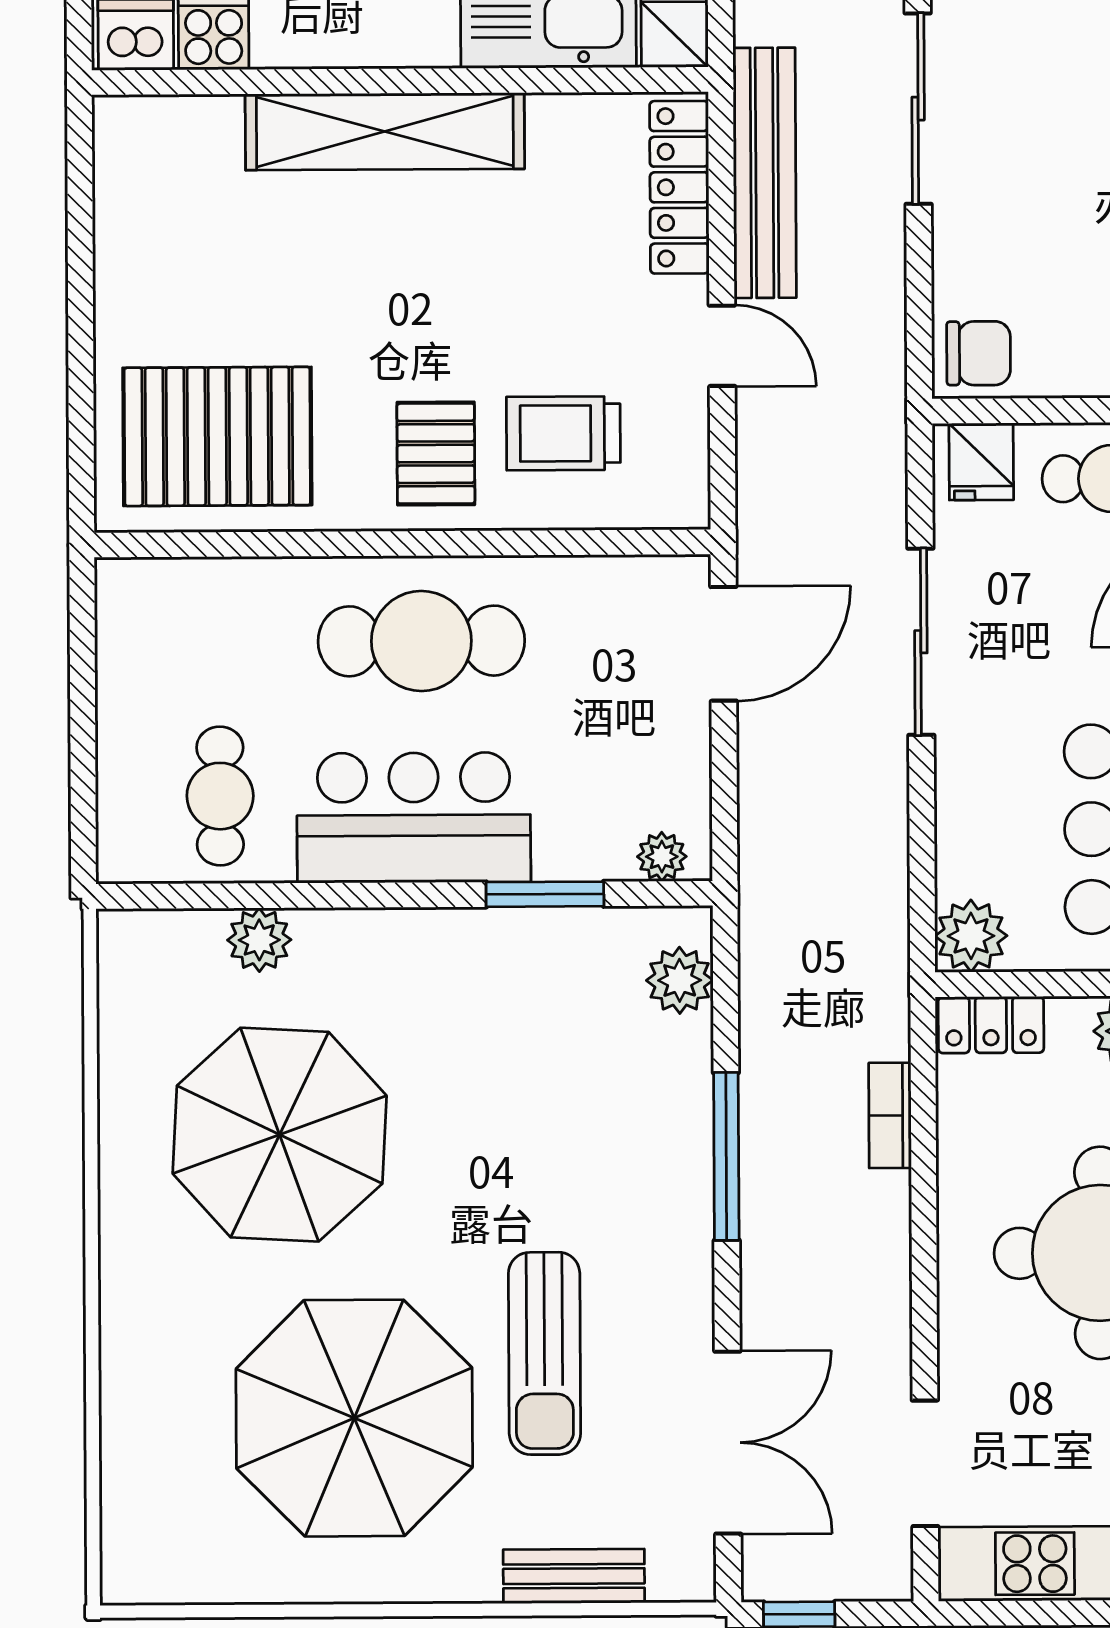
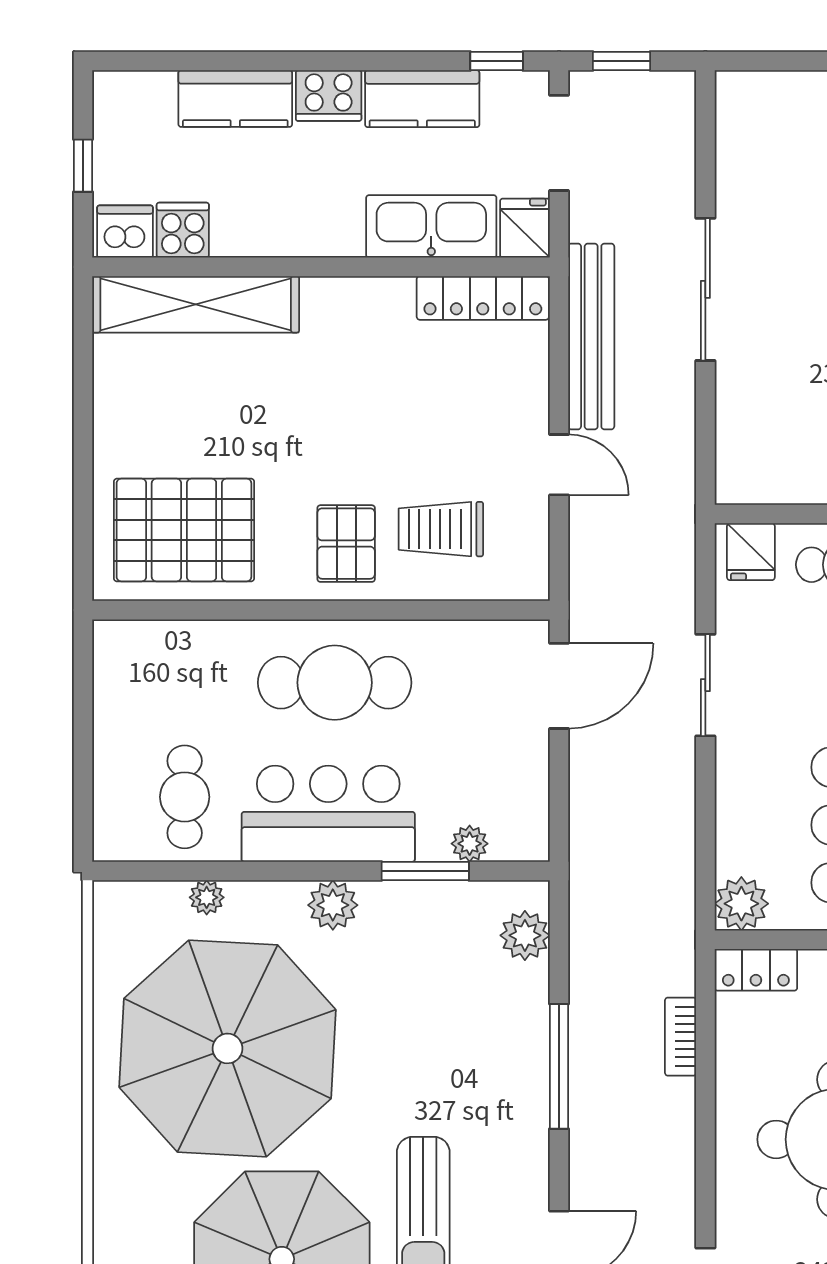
shelving: (385, 131) -> (196, 304), moved
locker: (679, 187) -> (483, 298), moved, turned -90
chair: (979, 353) -> (749, 471), removed
sliding door: (921, 642) -> (705, 685), width x0.73
plant: (662, 857) -> (470, 844), moved
plant: (259, 940) -> (207, 897), width x0.73, depth x0.73
plant: (420, 941) -> (333, 905), added
parasol: (280, 1135) -> (227, 1048), width x1.36, depth x1.36

